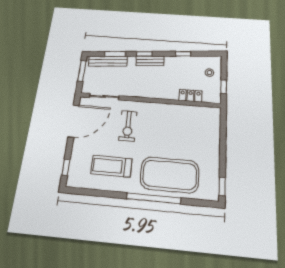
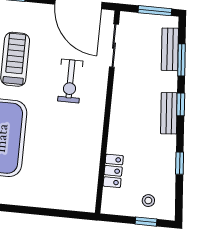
bench: (108, 61) -> (170, 49), width x0.73
window: (224, 87) -> (146, 222), moved
exercise bike: (128, 126) -> (70, 81), turned -90

